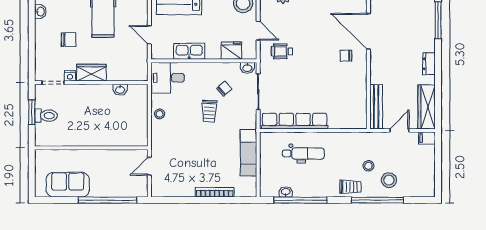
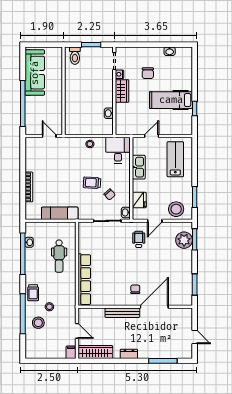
bench: (376, 107) -> (122, 313), moved
toilet: (46, 116) -> (75, 56), moved
row of seats: (295, 121) -> (84, 280), moved
sofa: (68, 185) -> (35, 73), width x1.36

